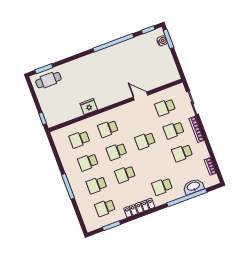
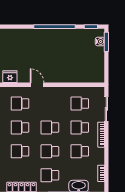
door: (140, 96) -> (37, 85), moved
school desk: (154, 164) -> (50, 151), added

